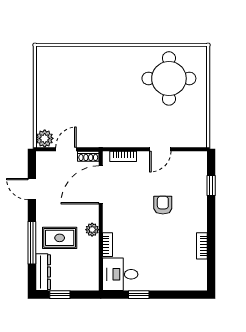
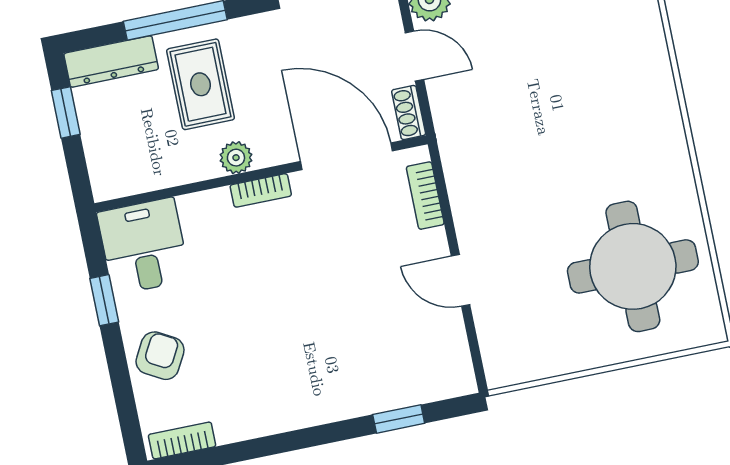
armchair: (163, 205) -> (160, 356), moved, turned -61
bookcase: (107, 245) -> (261, 190), moved
bookcase: (202, 246) -> (182, 440), moved

